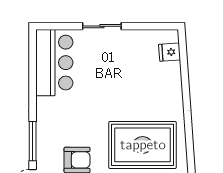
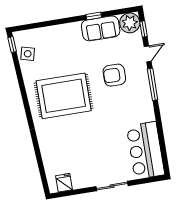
fridge: (170, 52) -> (64, 183), moved, turned -86

